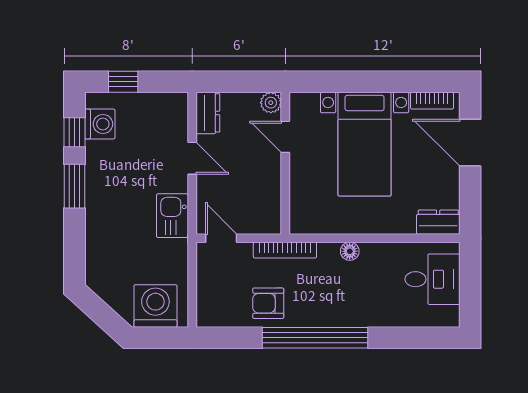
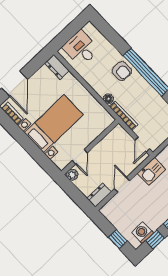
floor lamp: (350, 251) -> (108, 99), moved
armchair: (268, 303) -> (122, 71), moved

